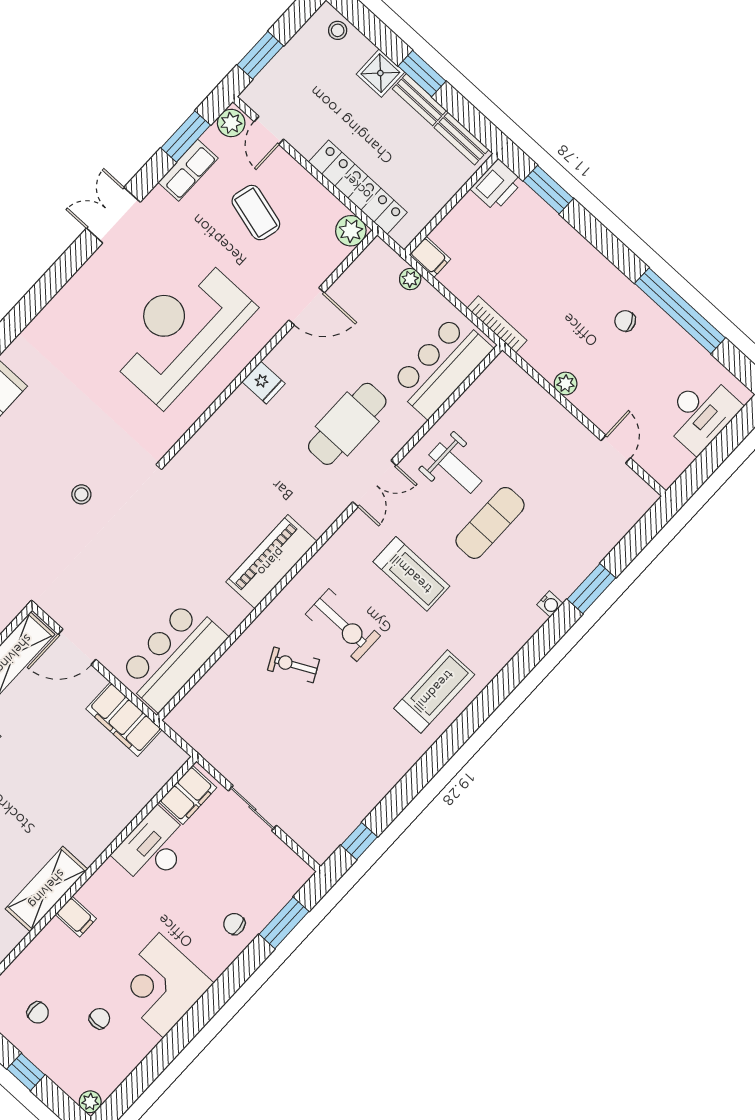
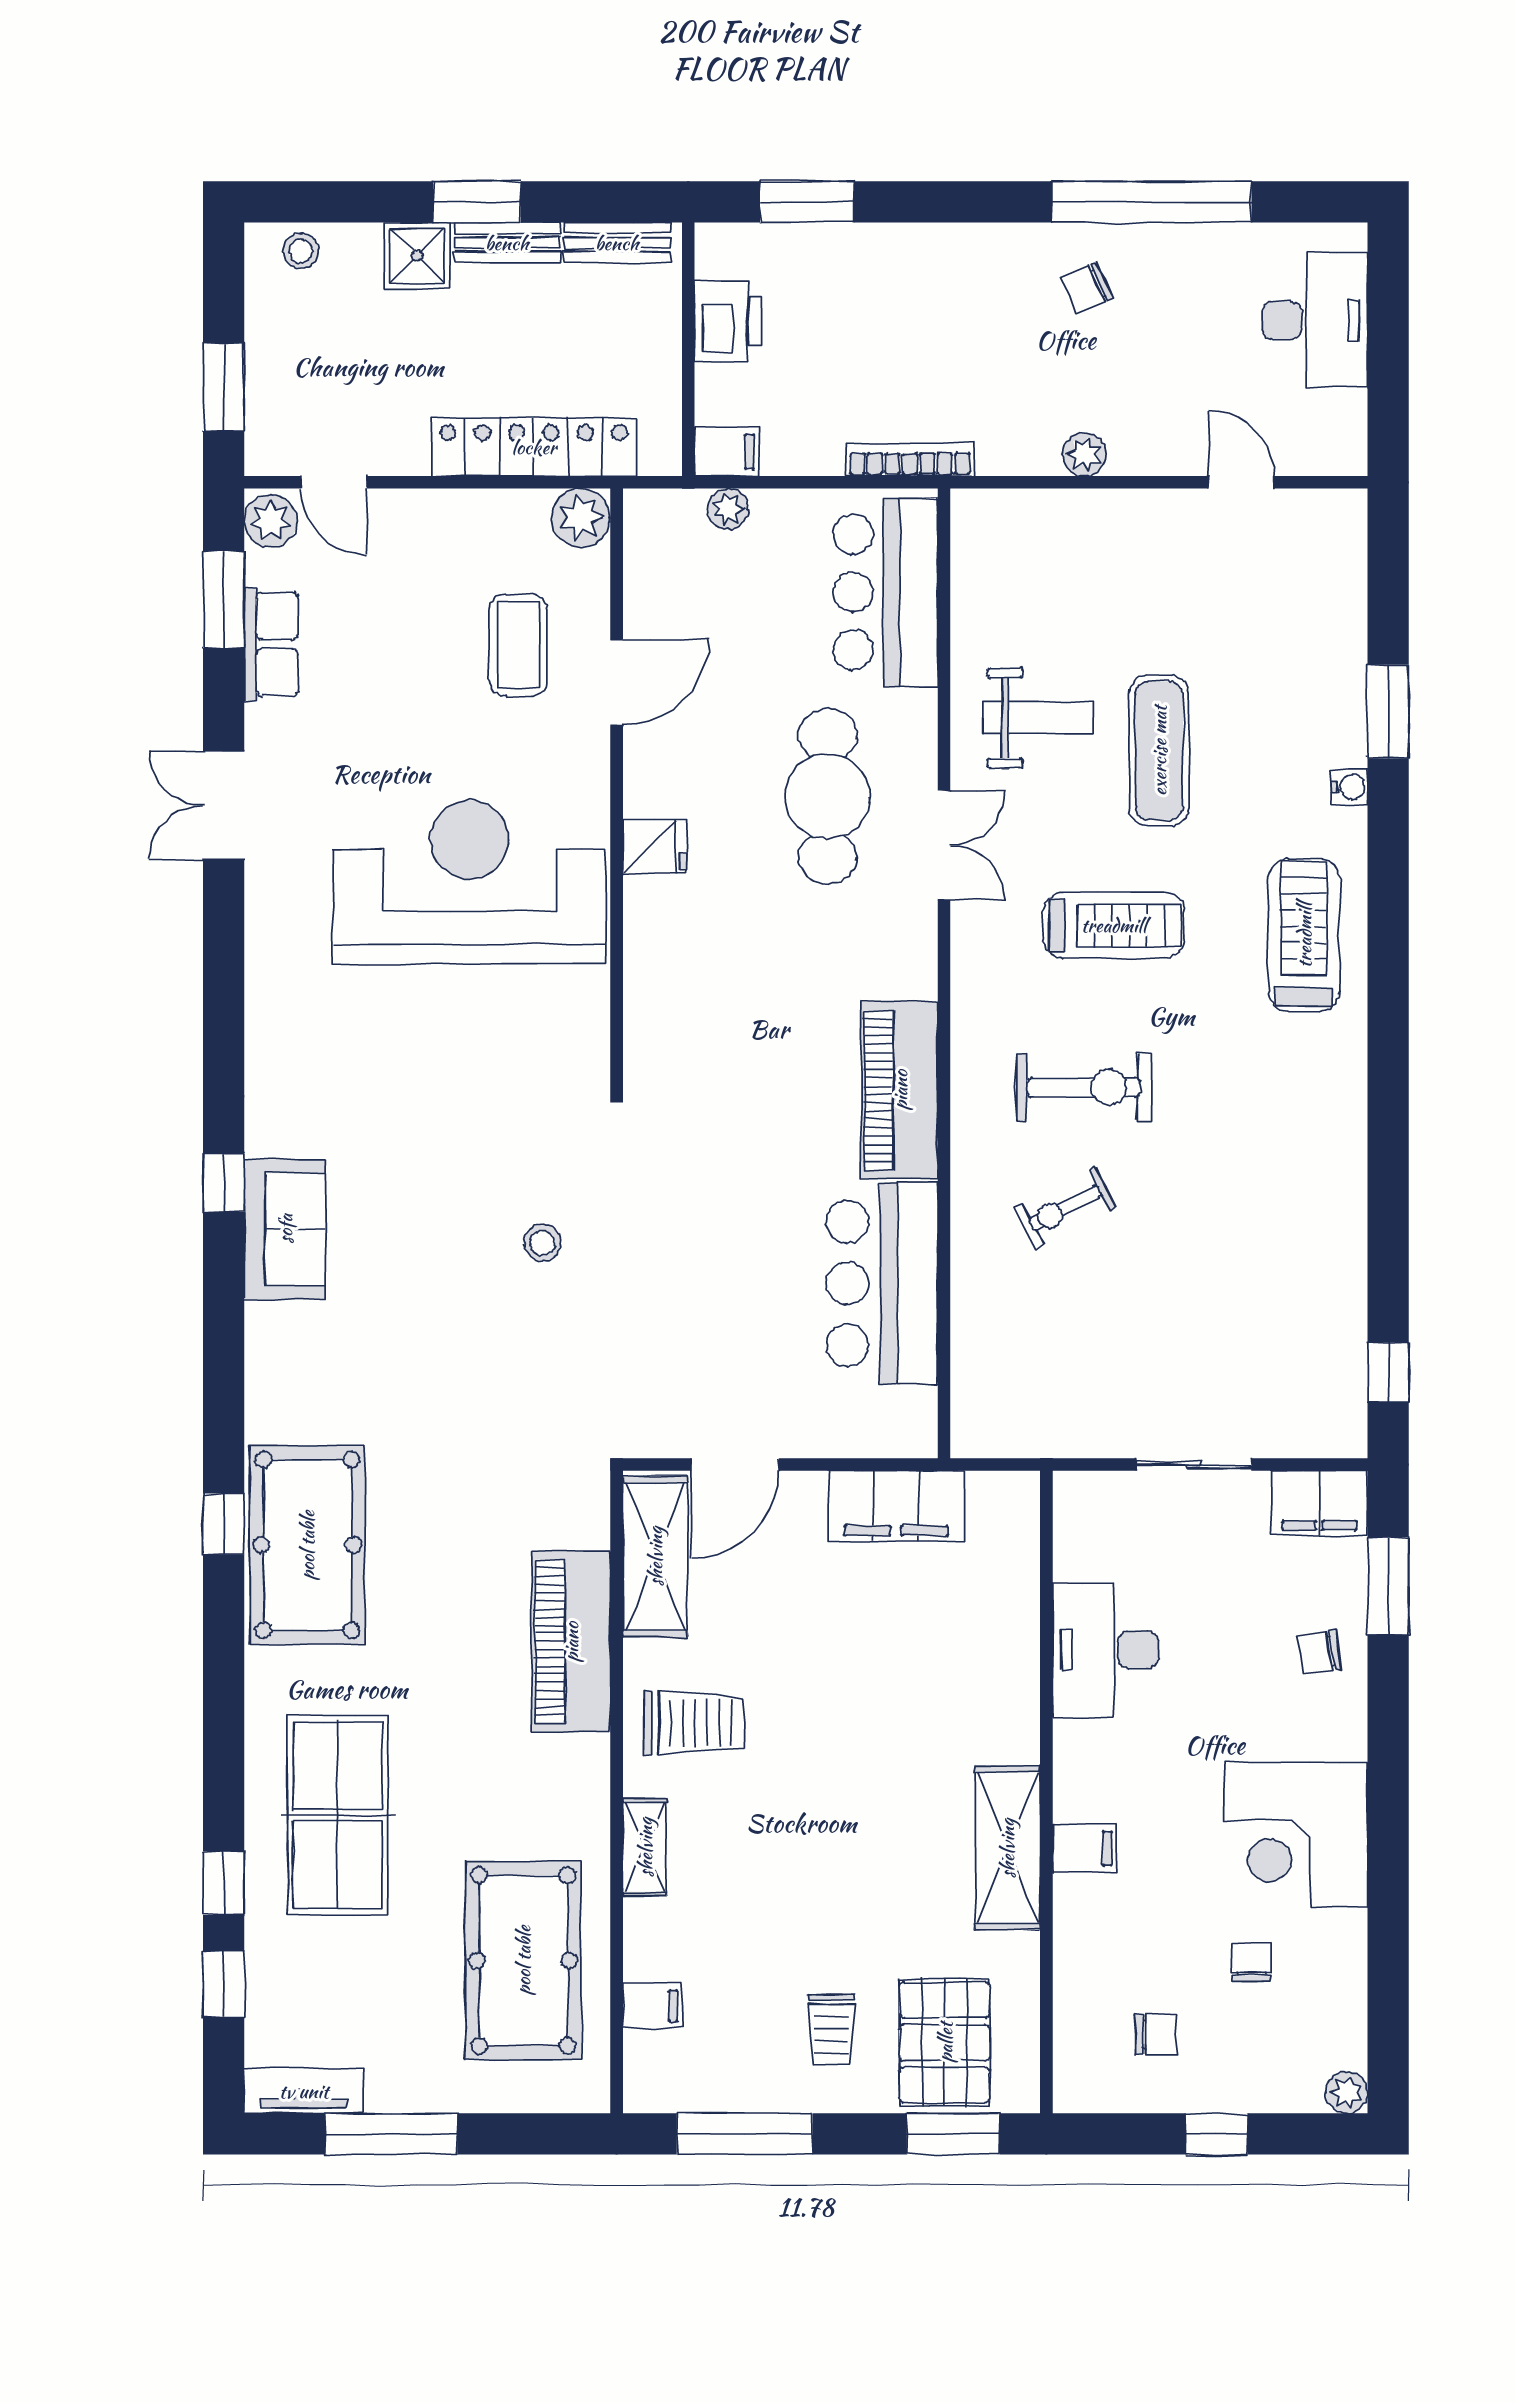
printer: (497, 185) -> (728, 321), moved
coffee table: (256, 213) -> (518, 645), moved, turned 75
reception desk: (180, 331) -> (469, 882), turned 90
bar counter: (173, 656) -> (882, 1283), moved
treadmill: (434, 691) -> (1304, 935), moved
filing cabinet: (188, 795) -> (1319, 1503), moved, turned 90

